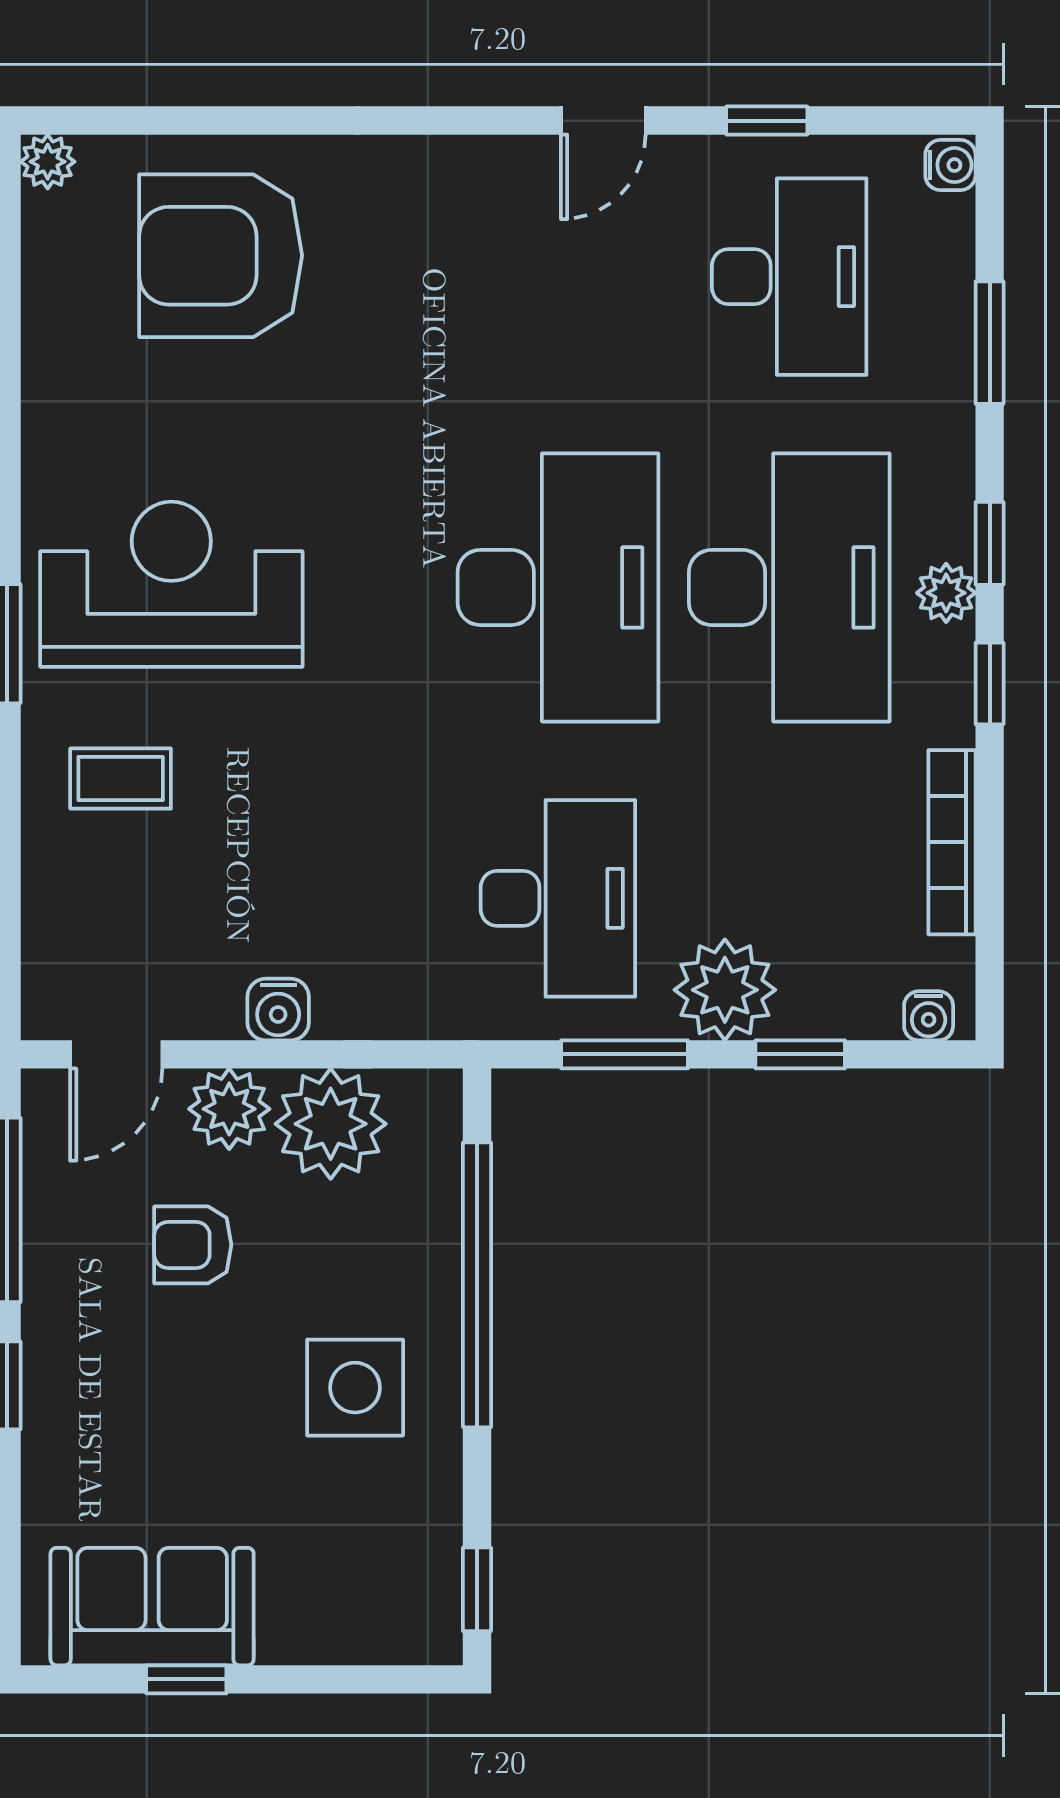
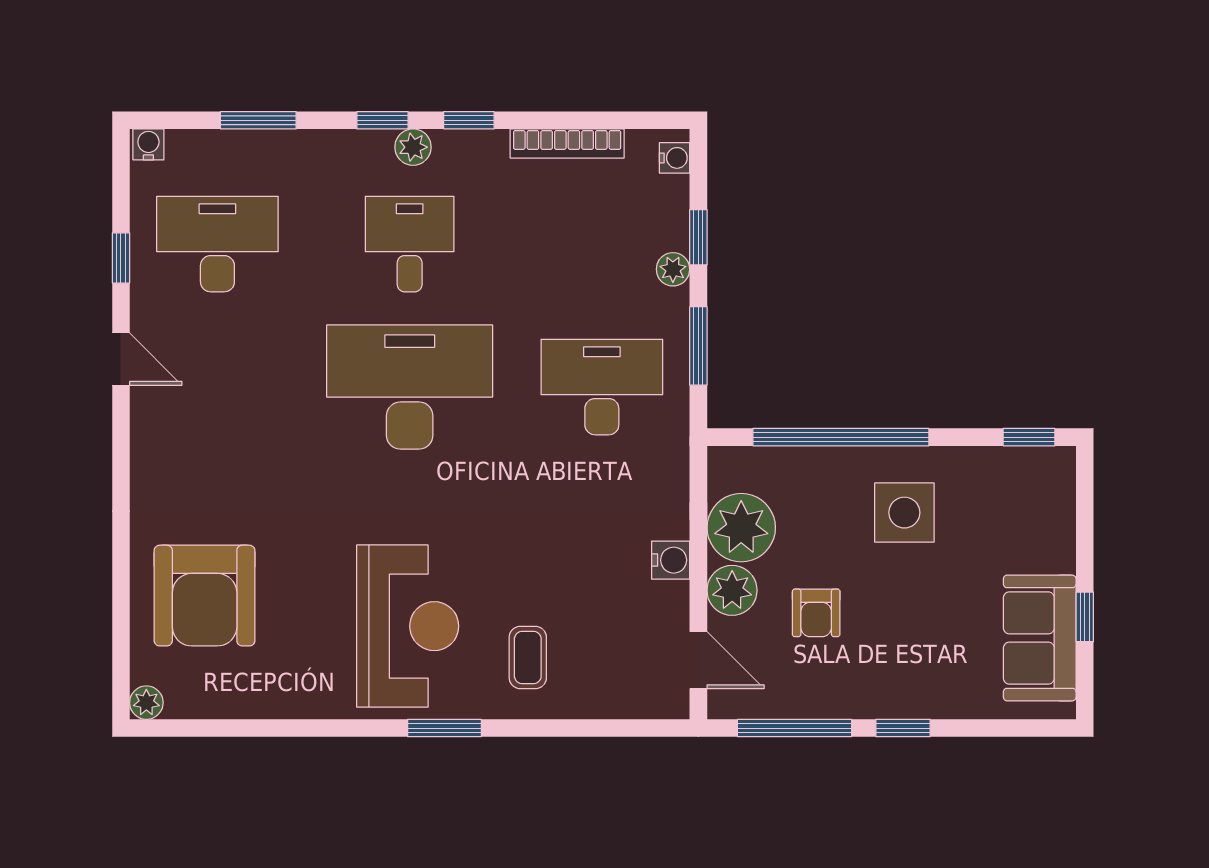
reception desk: (171, 584) -> (408, 626), turned 180
desk: (789, 587) -> (410, 244), width x0.53, depth x0.77
plant: (725, 990) -> (673, 269), width x0.53, depth x0.53

